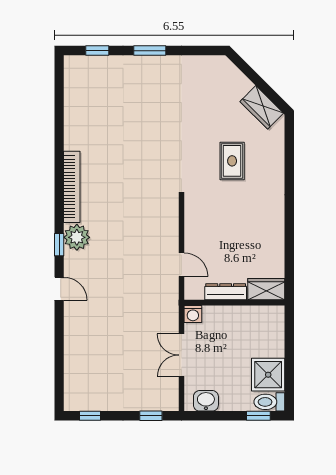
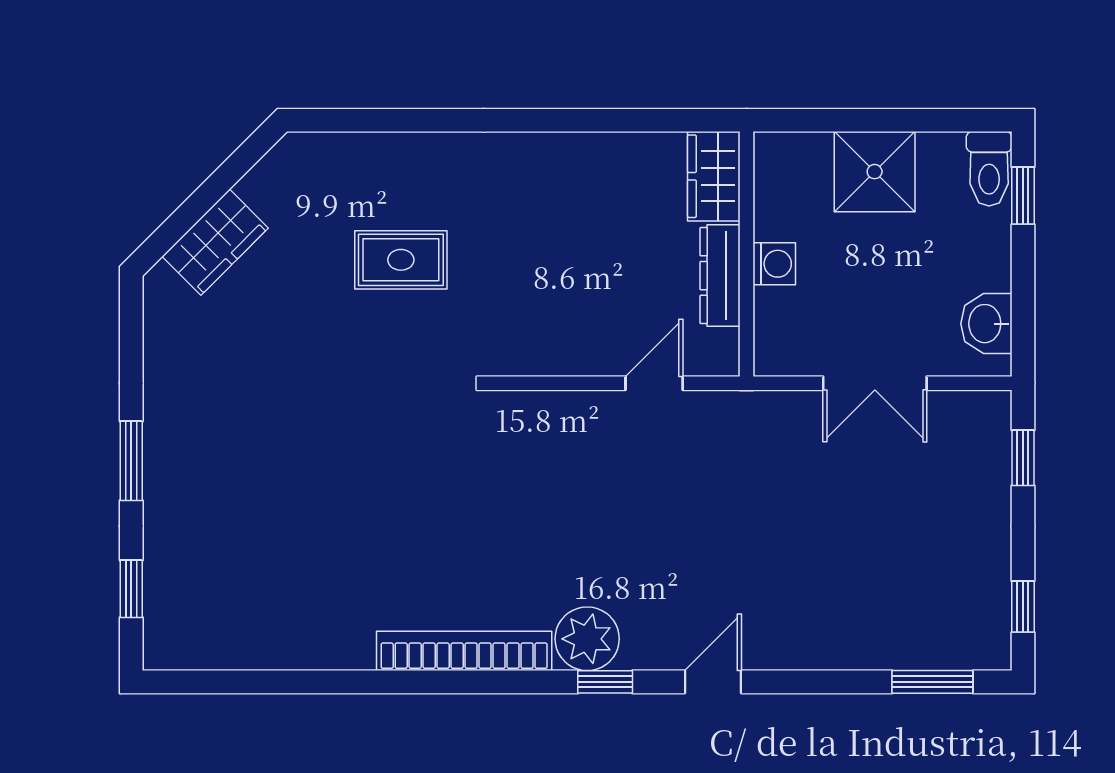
wardrobe: (262, 107) -> (215, 242), moved
washing machine: (193, 314) -> (774, 264), moved
shower: (268, 375) -> (875, 172), moved
window: (59, 379) -> (932, 682), added

